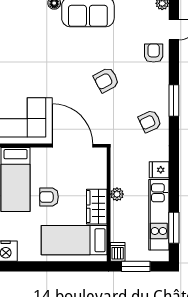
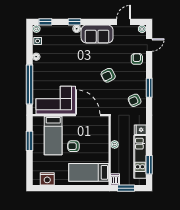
wardrobe: (97, 207) -> (102, 152), removed

